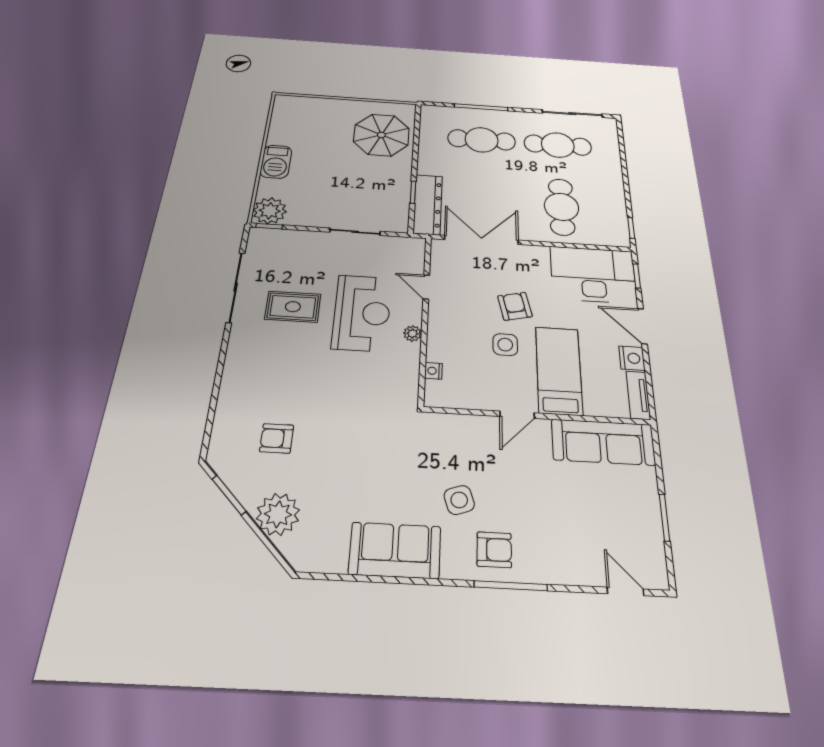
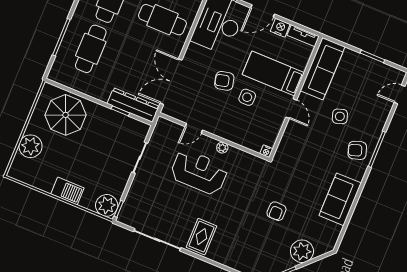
plant: (324, 109) -> (30, 146), added
rug: (293, 307) -> (201, 237), moved
nightstand: (433, 371) -> (266, 151), moved
armchair: (277, 438) -> (276, 211), moved
side table: (459, 500) -> (340, 116), moved
armchair: (494, 550) -> (357, 150), turned -108

